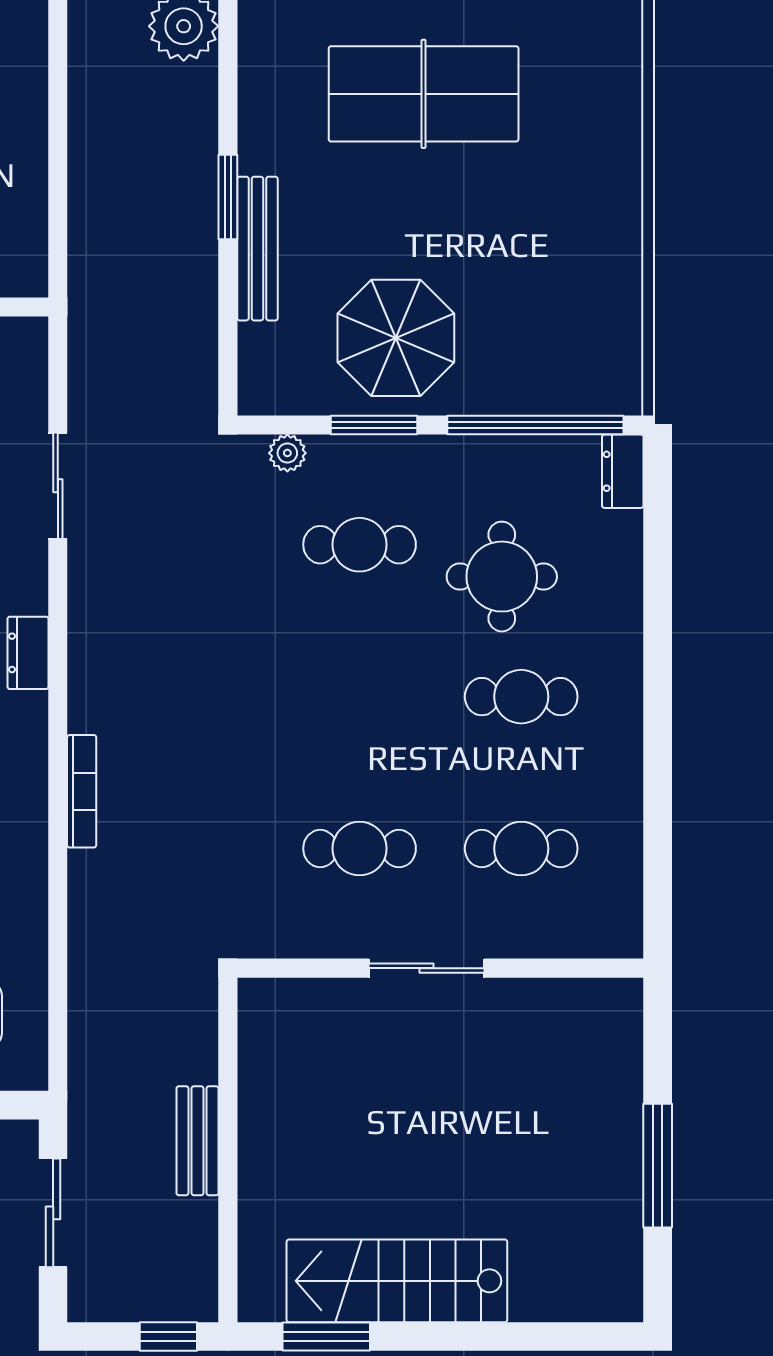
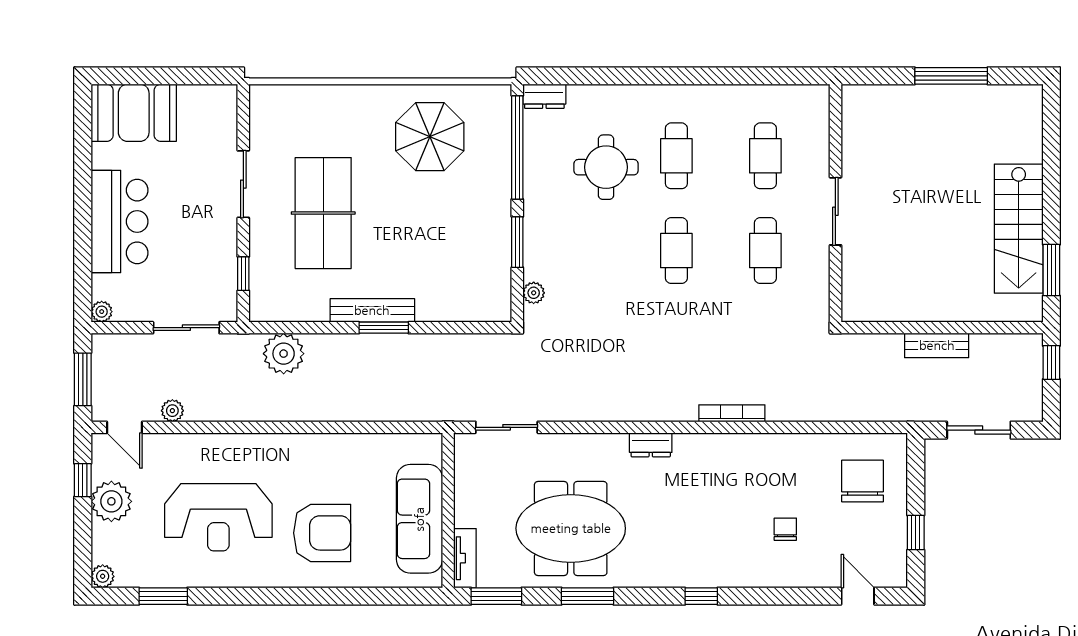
bench: (257, 249) -> (372, 310), moved
parasol: (396, 338) -> (430, 137), moved
sliding door: (58, 486) -> (507, 427), moved
cafe table: (360, 545) -> (676, 251), moved

